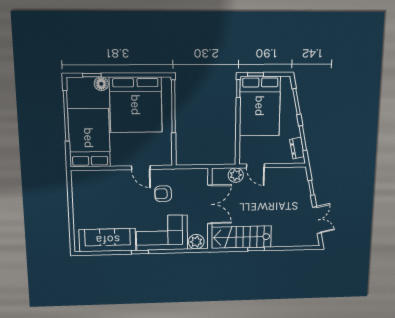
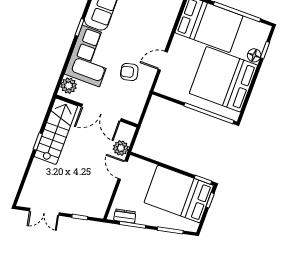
door: (255, 166) -> (123, 170), hinge flipped
armchair: (163, 194) -> (129, 72), turned -101

